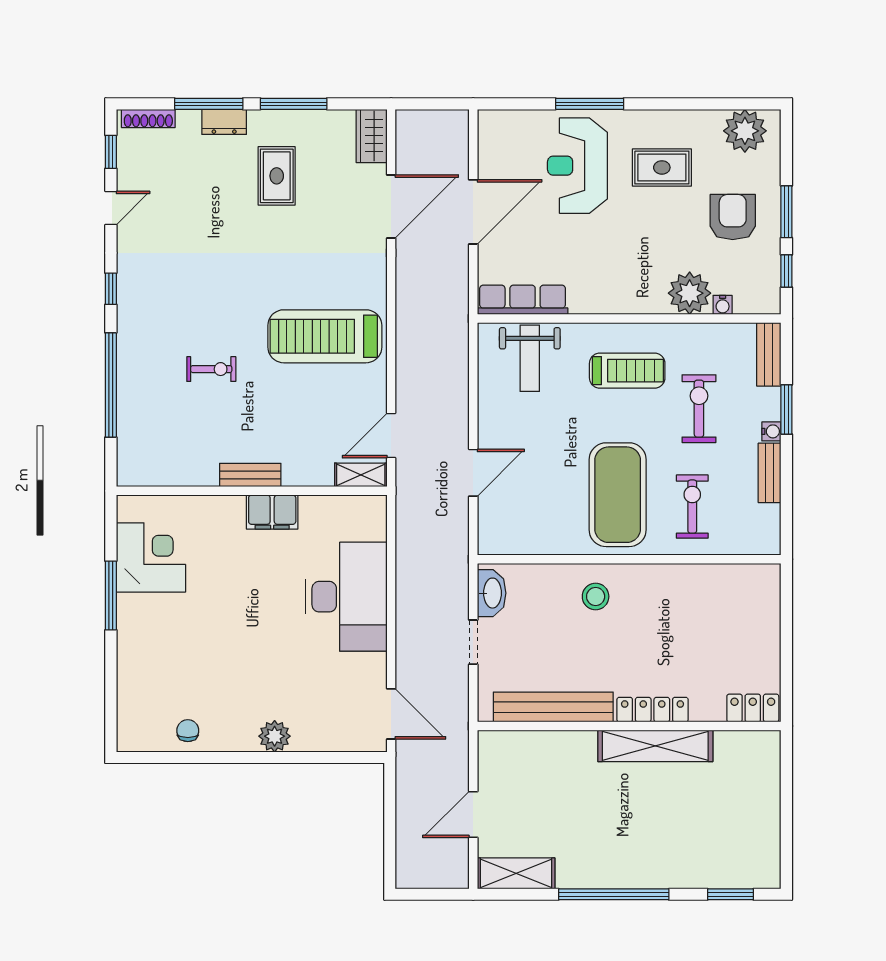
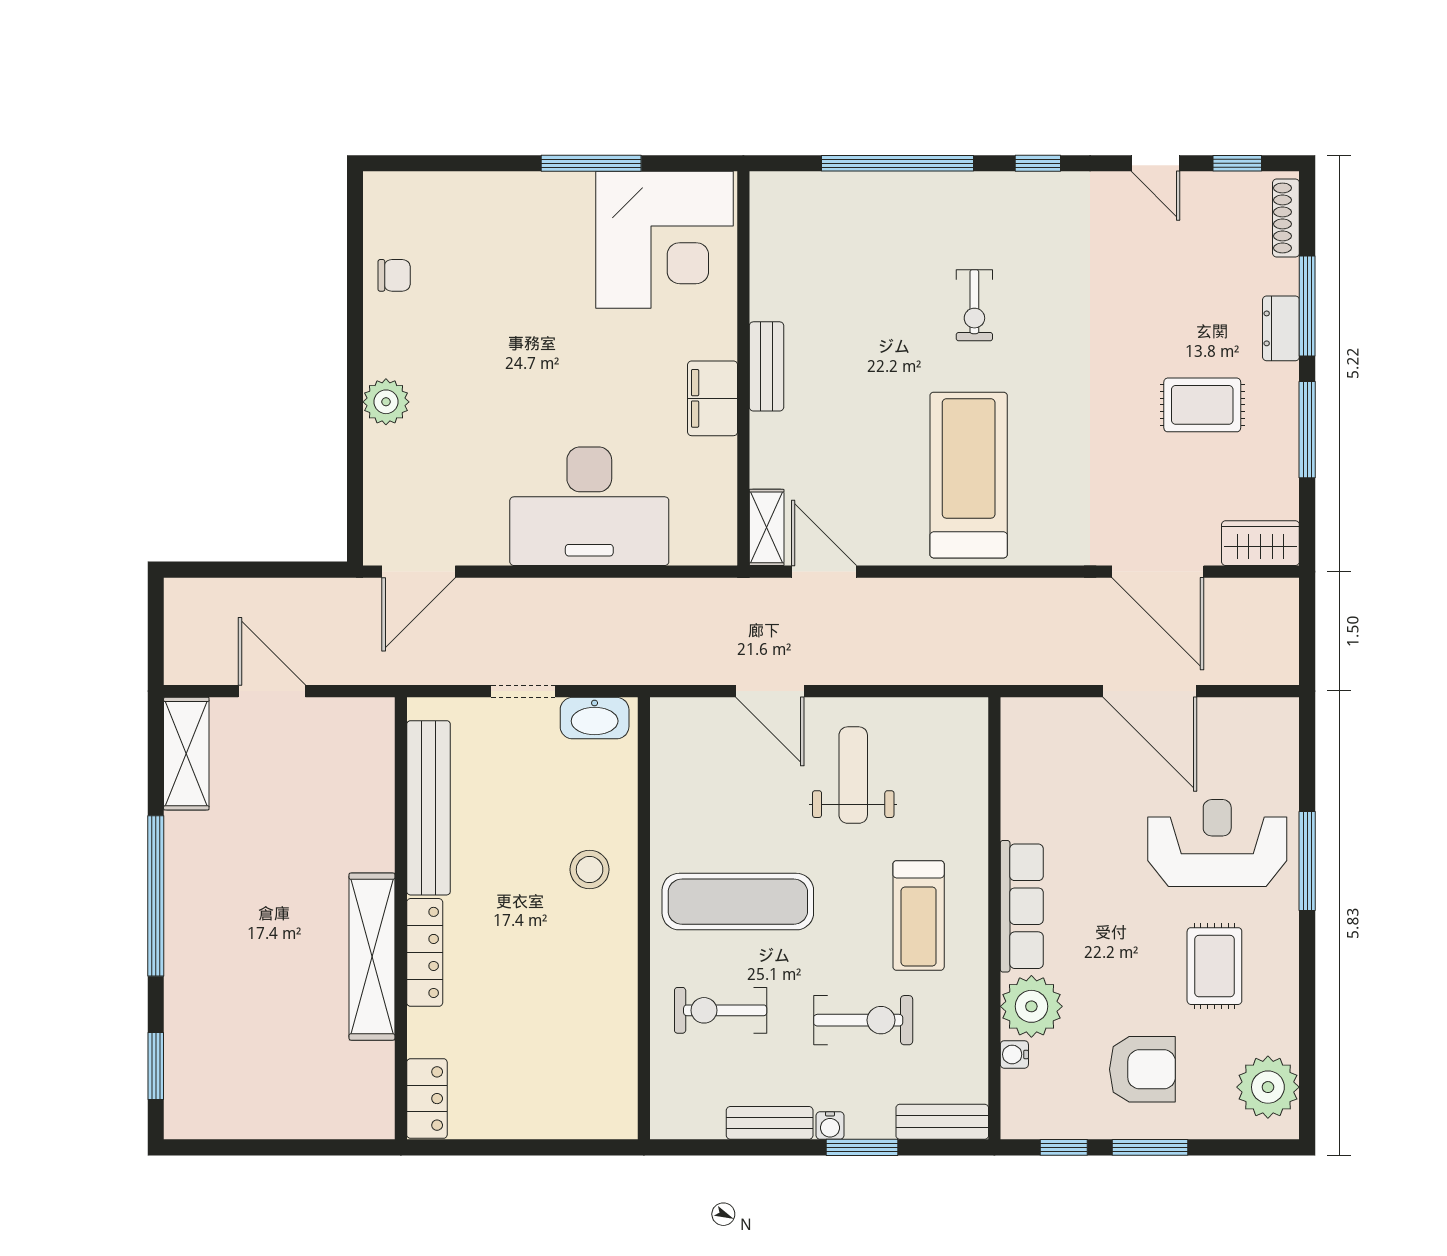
row of seats: (523, 300) -> (1022, 906), moved
weight bench: (530, 358) -> (853, 775), moved, turned 90
exercise bike: (211, 369) -> (974, 305), moved
exercise mat: (618, 495) -> (738, 902), width x0.68
exercise bike: (692, 507) -> (721, 1010), turned 180
corner desk: (151, 557) -> (665, 240), width x1.36, depth x1.36

